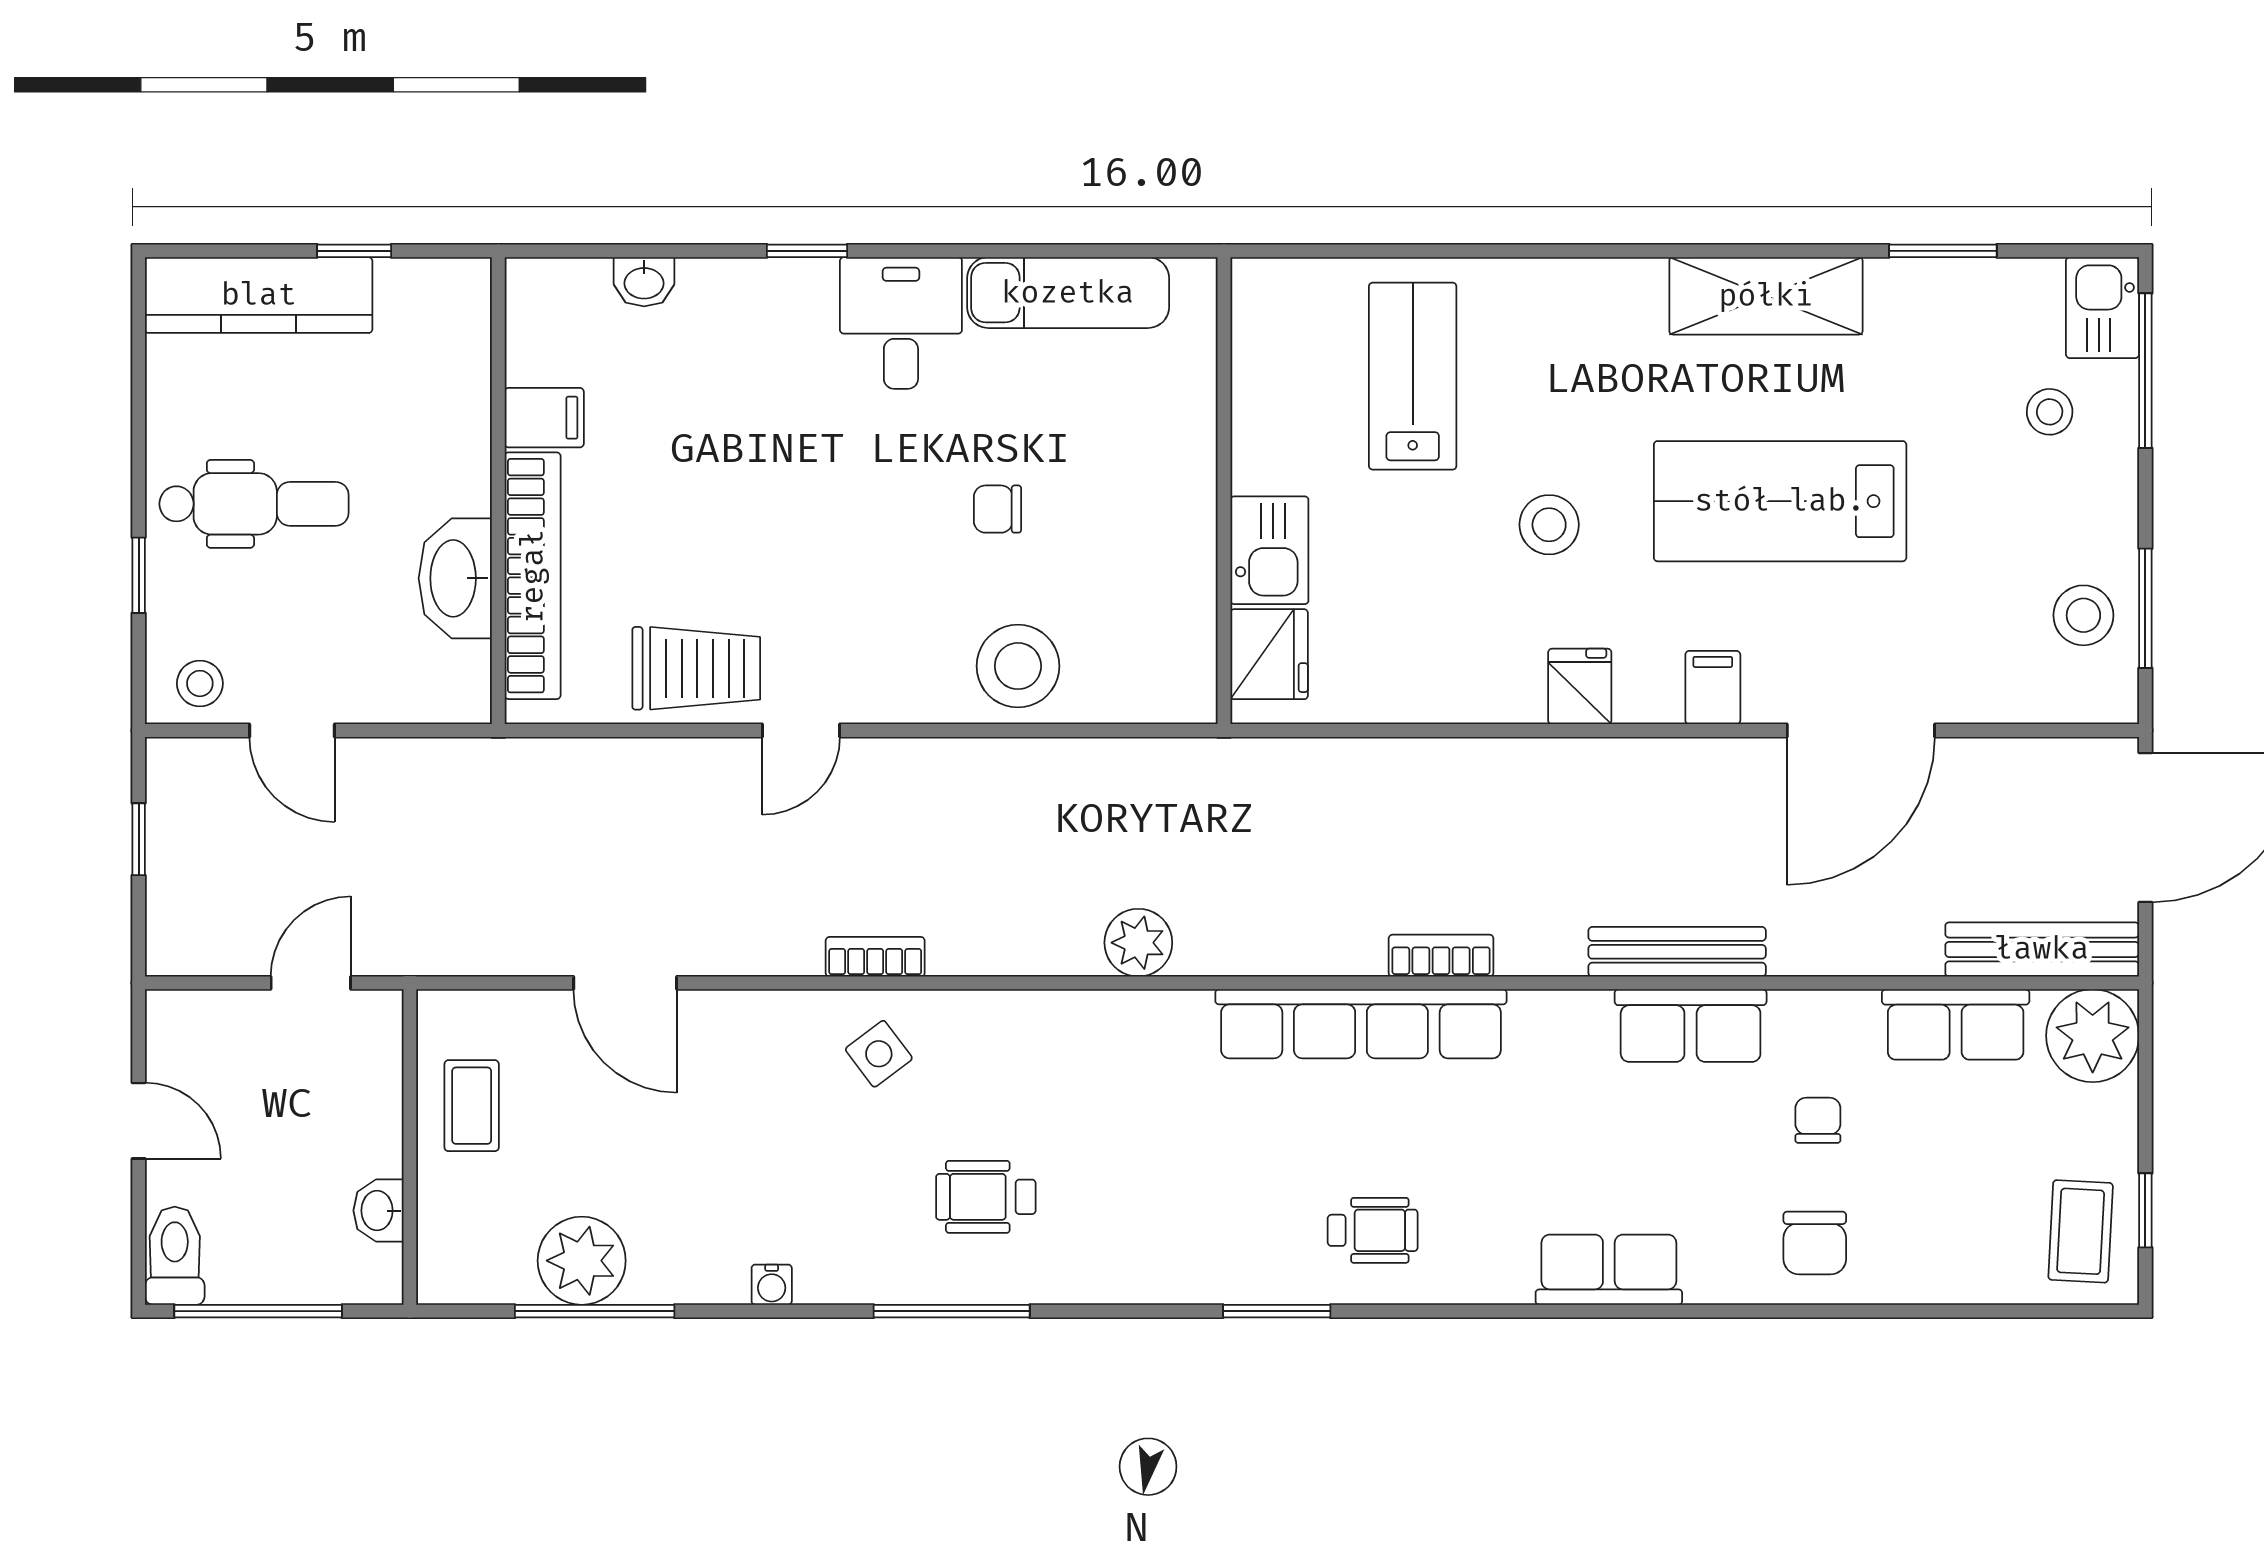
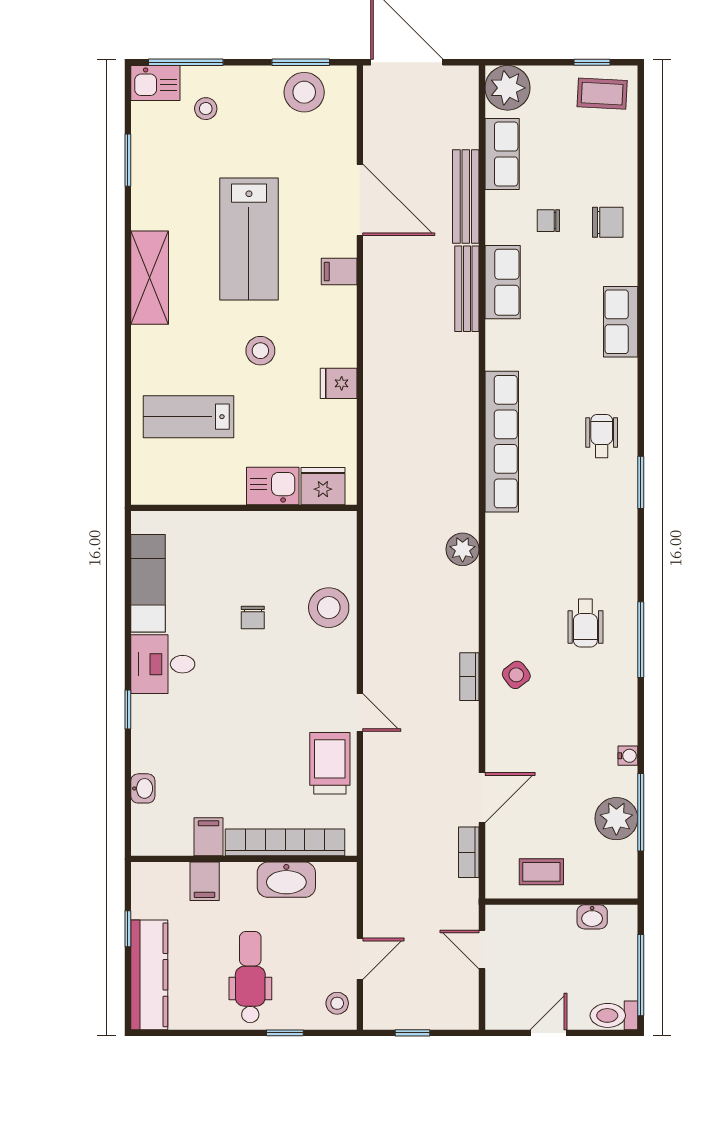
shelving: (1766, 296) -> (150, 278), moved
filing cabinet: (452, 409) -> (205, 881), added
stool: (2083, 615) -> (304, 92), width x1.38, depth x1.38
fridge: (1580, 686) -> (339, 383), moved
bench: (2042, 949) -> (466, 197), moved
bookcase: (1441, 956) -> (469, 852), moved
water cooler: (772, 1285) -> (628, 756), moved

